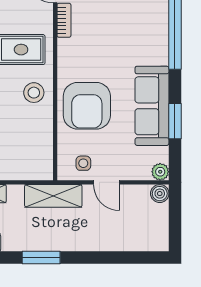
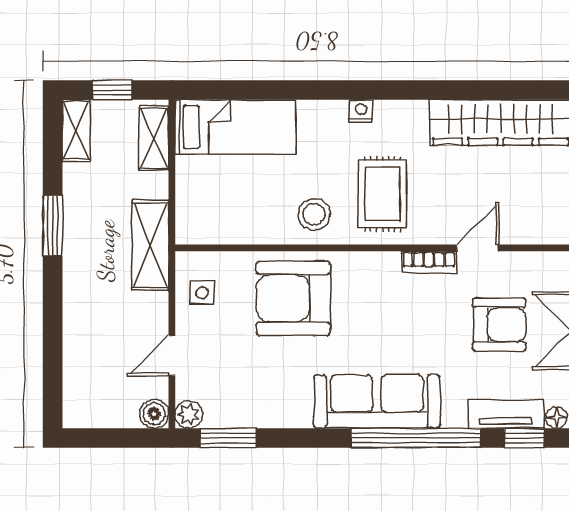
sofa: (152, 106) -> (377, 401), moved
window: (175, 121) -> (228, 438), moved
door: (107, 182) -> (172, 356), moved

